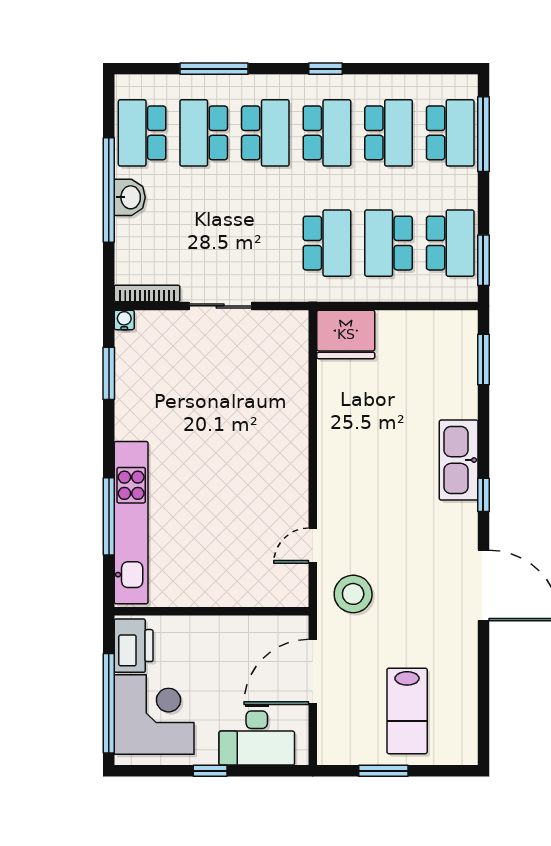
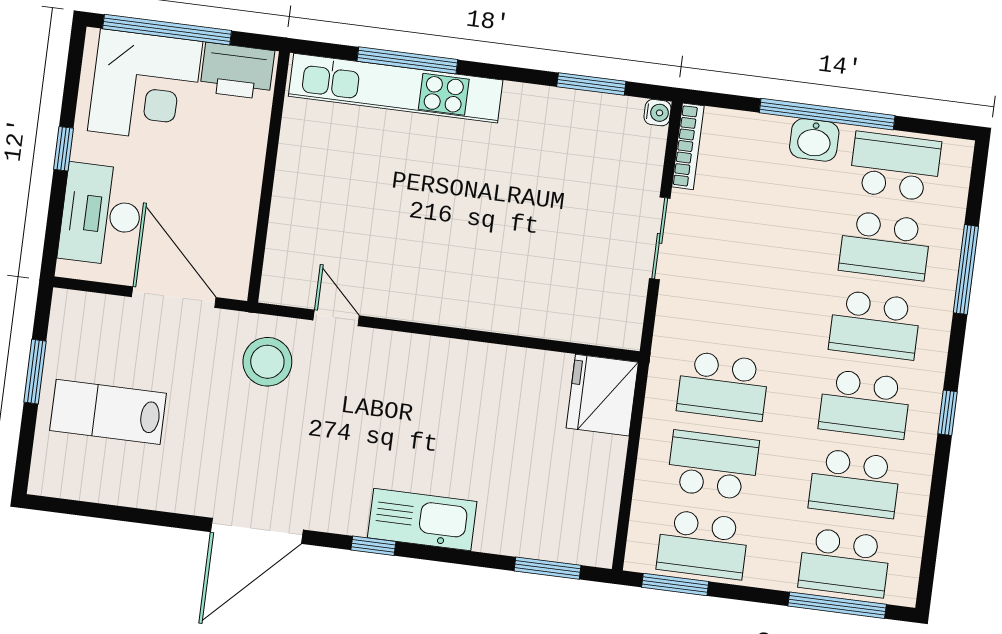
school desk: (204, 133) -> (885, 246), turned 180

